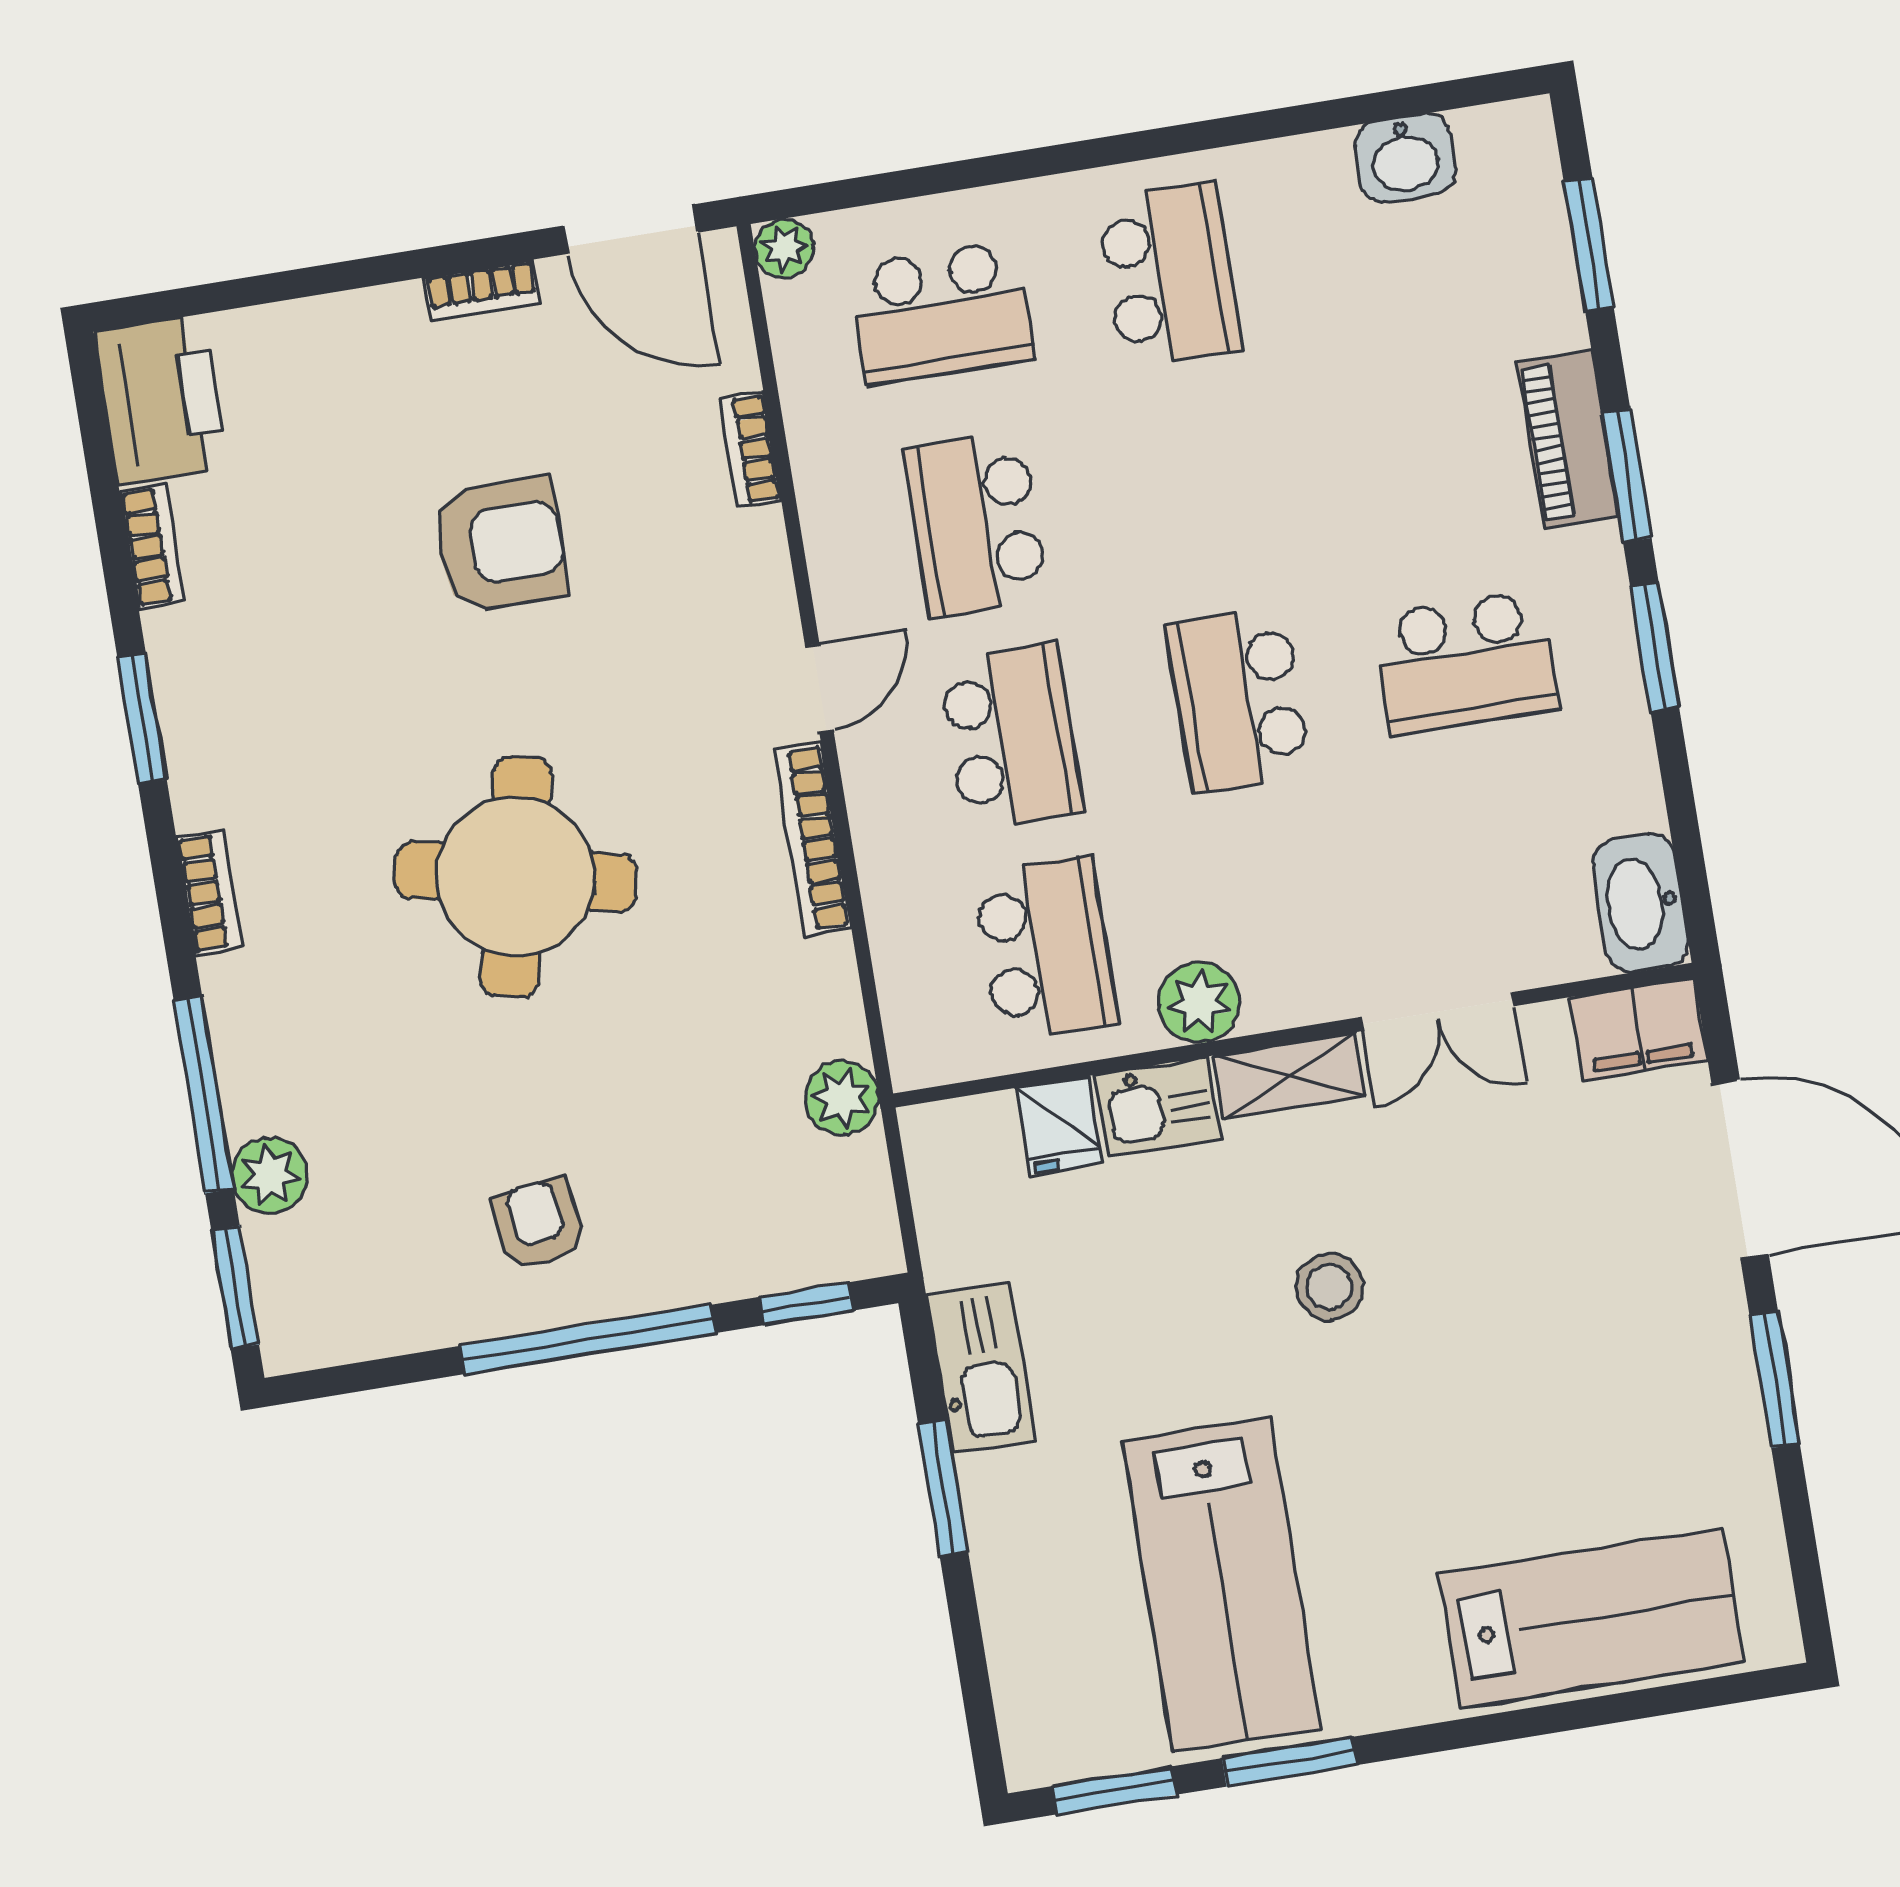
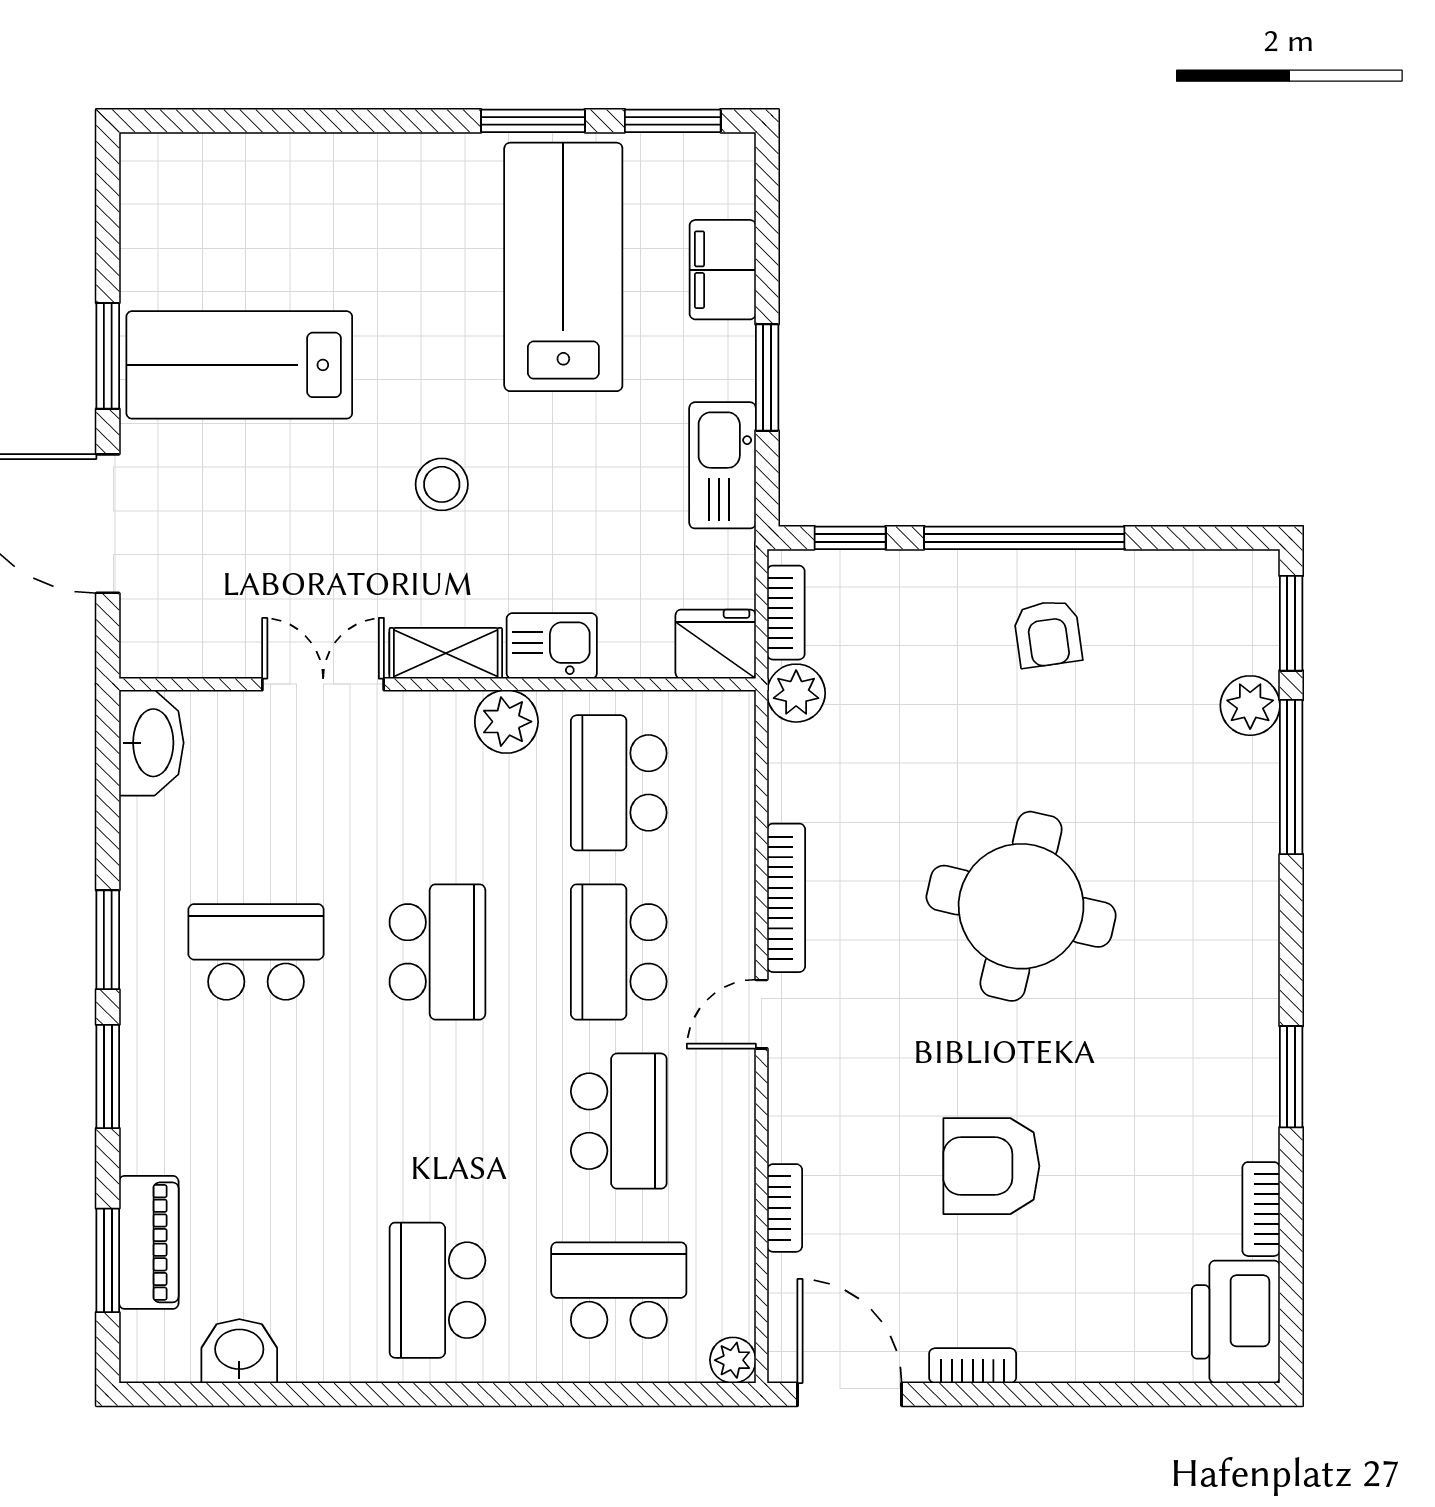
piano: (1568, 439) -> (149, 1242), moved
bookcase: (209, 892) -> (786, 613), moved, turned 180
filing cabinet: (1639, 1029) -> (723, 270), moved, turned -90
fridge: (1060, 1125) -> (716, 644), moved, width x1.38
lab bench: (1592, 1618) -> (239, 365), moved

